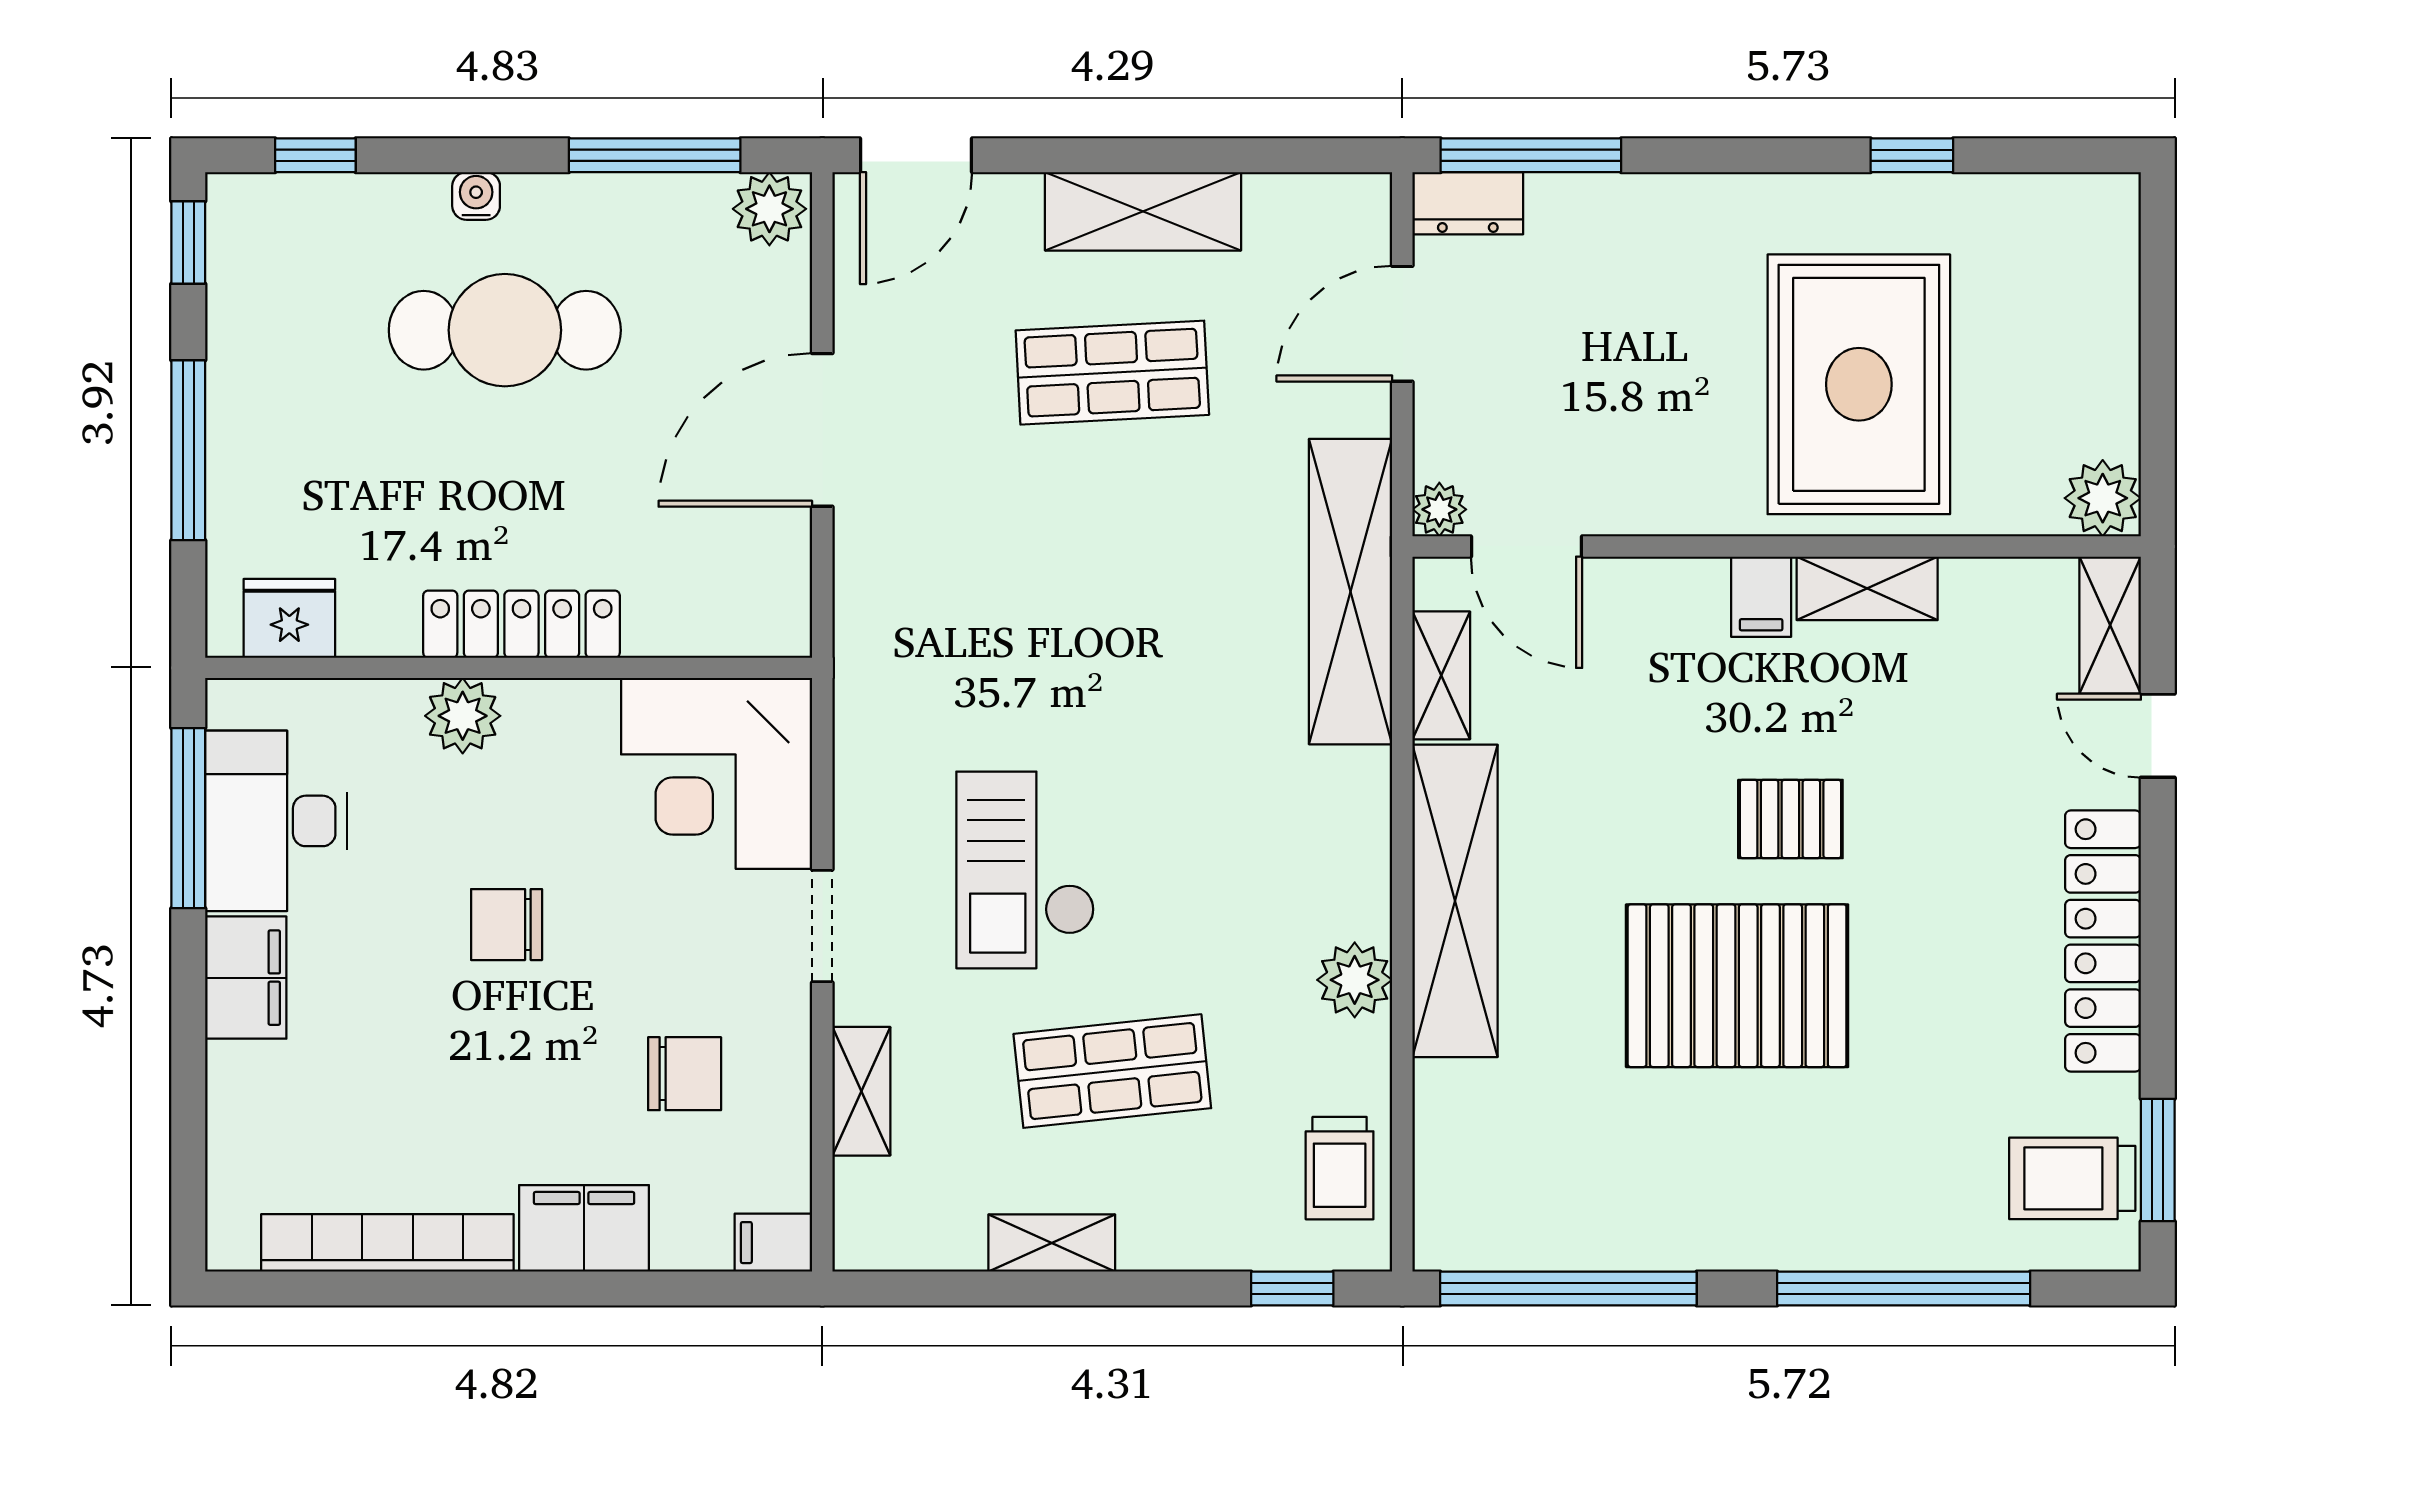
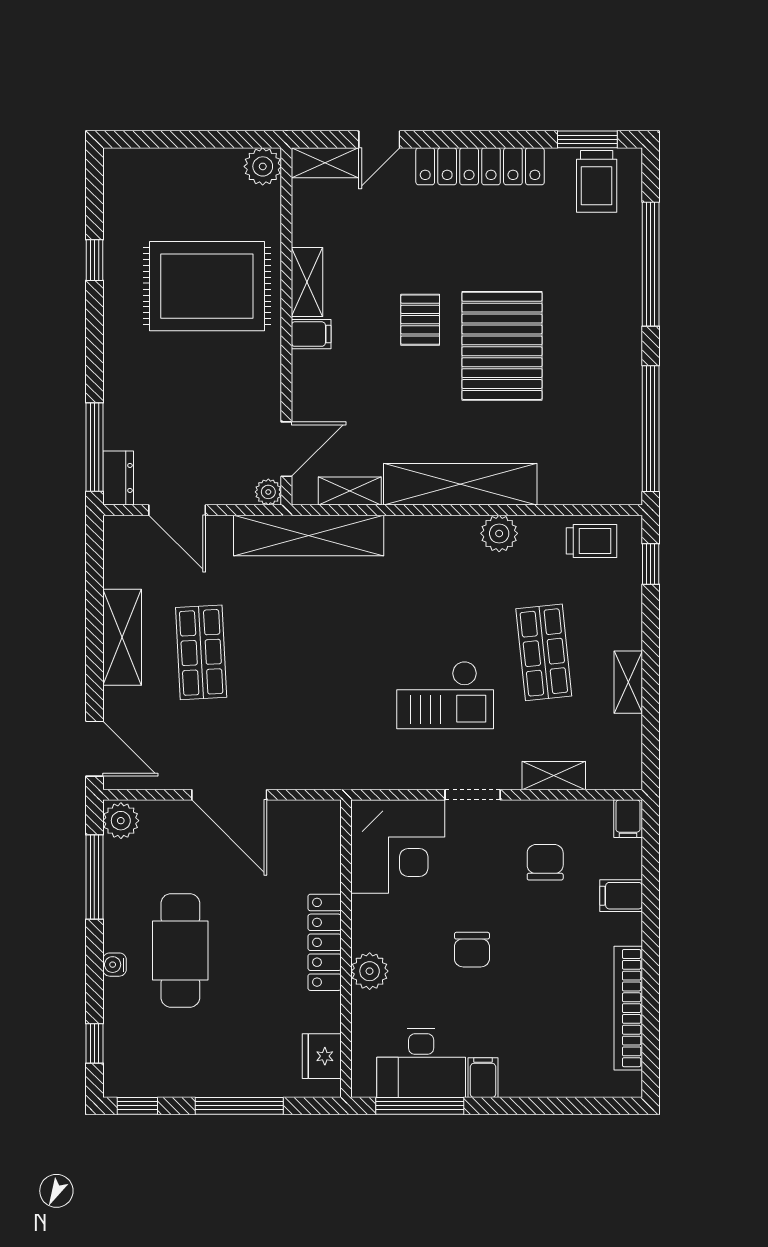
filing cabinet: (246, 978) -> (483, 1078), width x0.50
filing cabinet: (584, 1228) -> (621, 896), width x0.50

